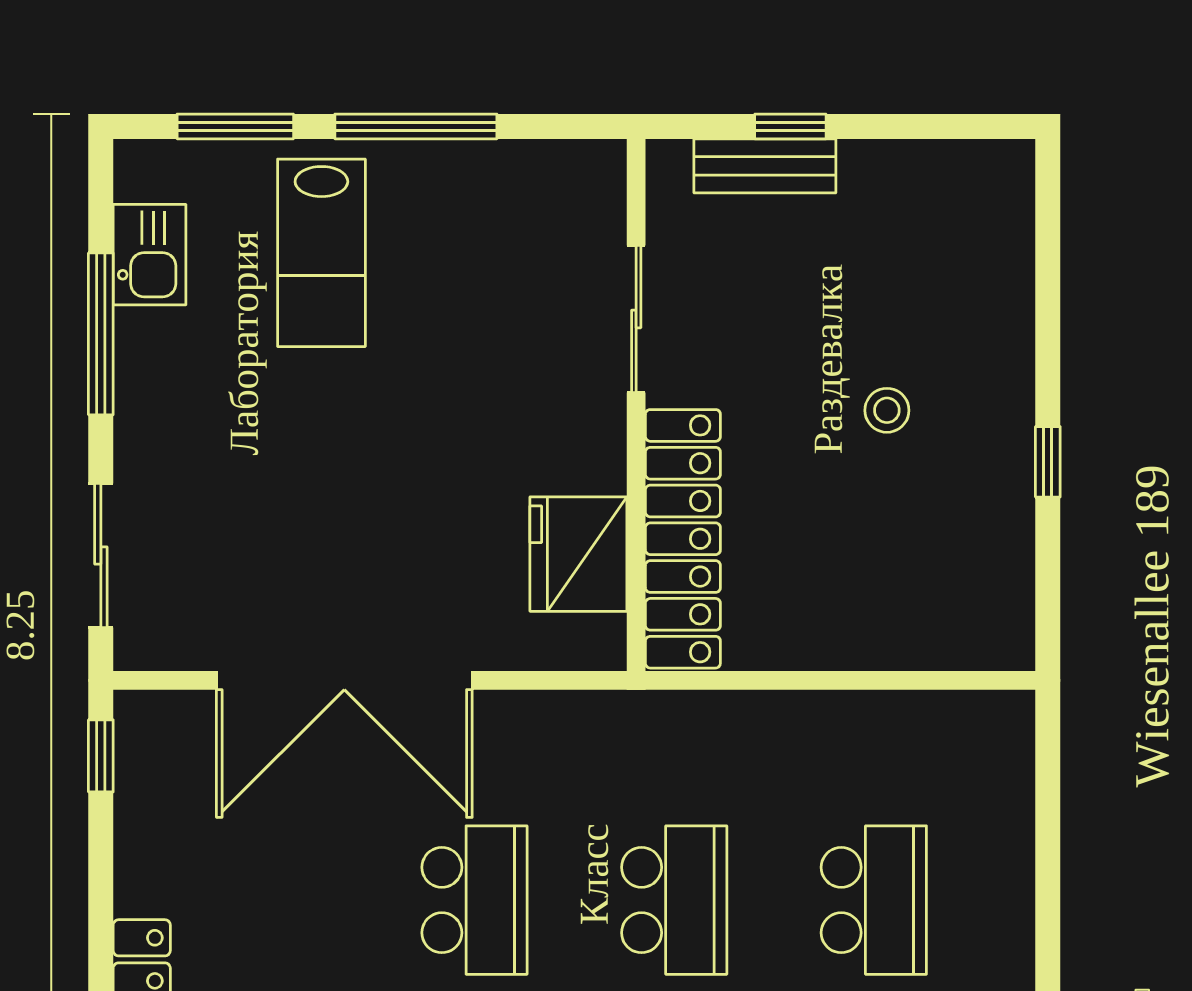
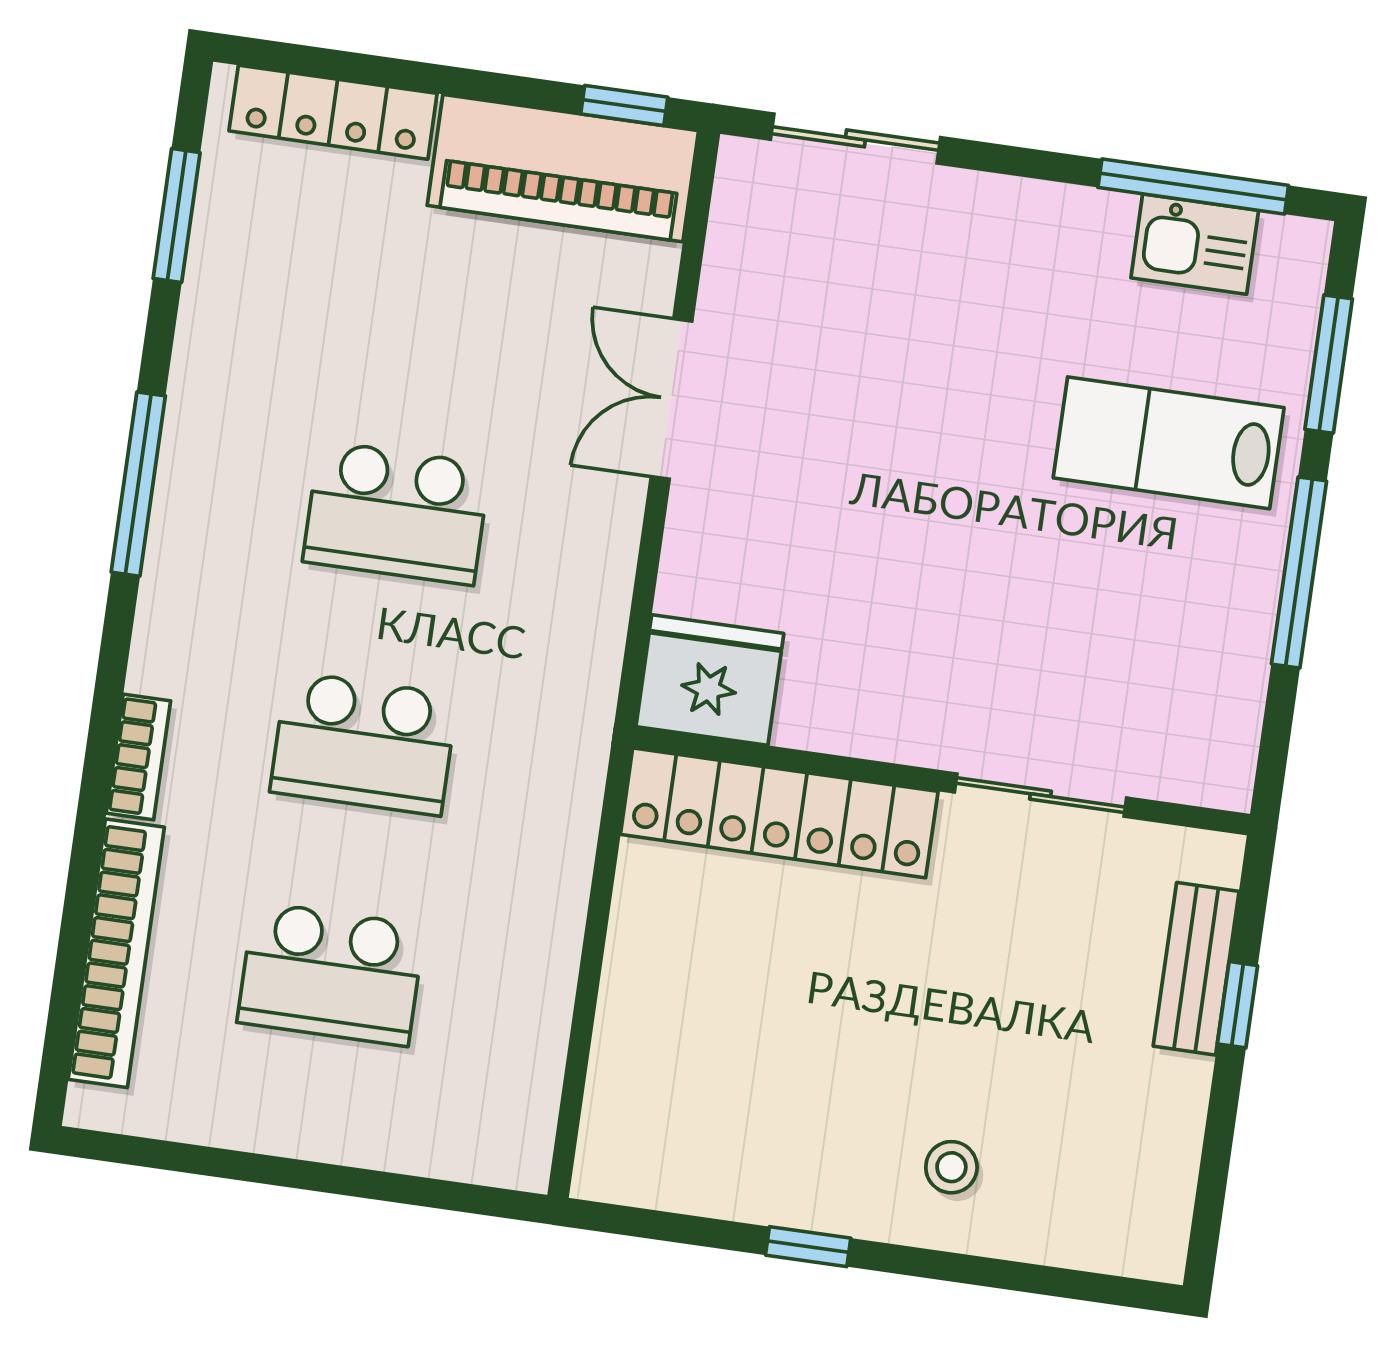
window: (101, 334) -> (1193, 186), moved
stool: (887, 410) -> (951, 1167), moved
fridge: (578, 554) -> (710, 680), moved
double door: (344, 680) -> (671, 399), width x0.54
piano: (161, 800) -> (563, 168), added

